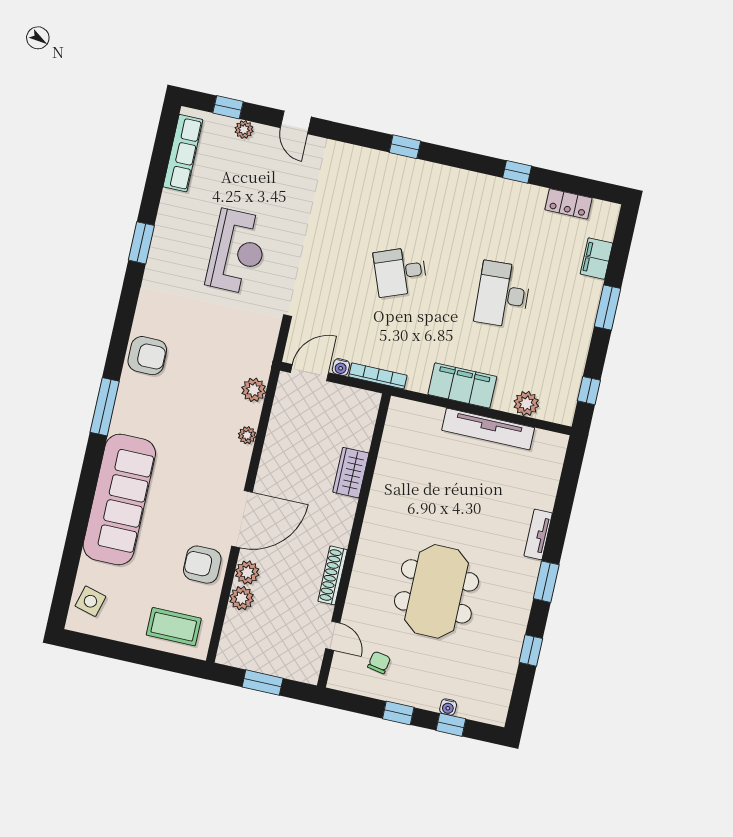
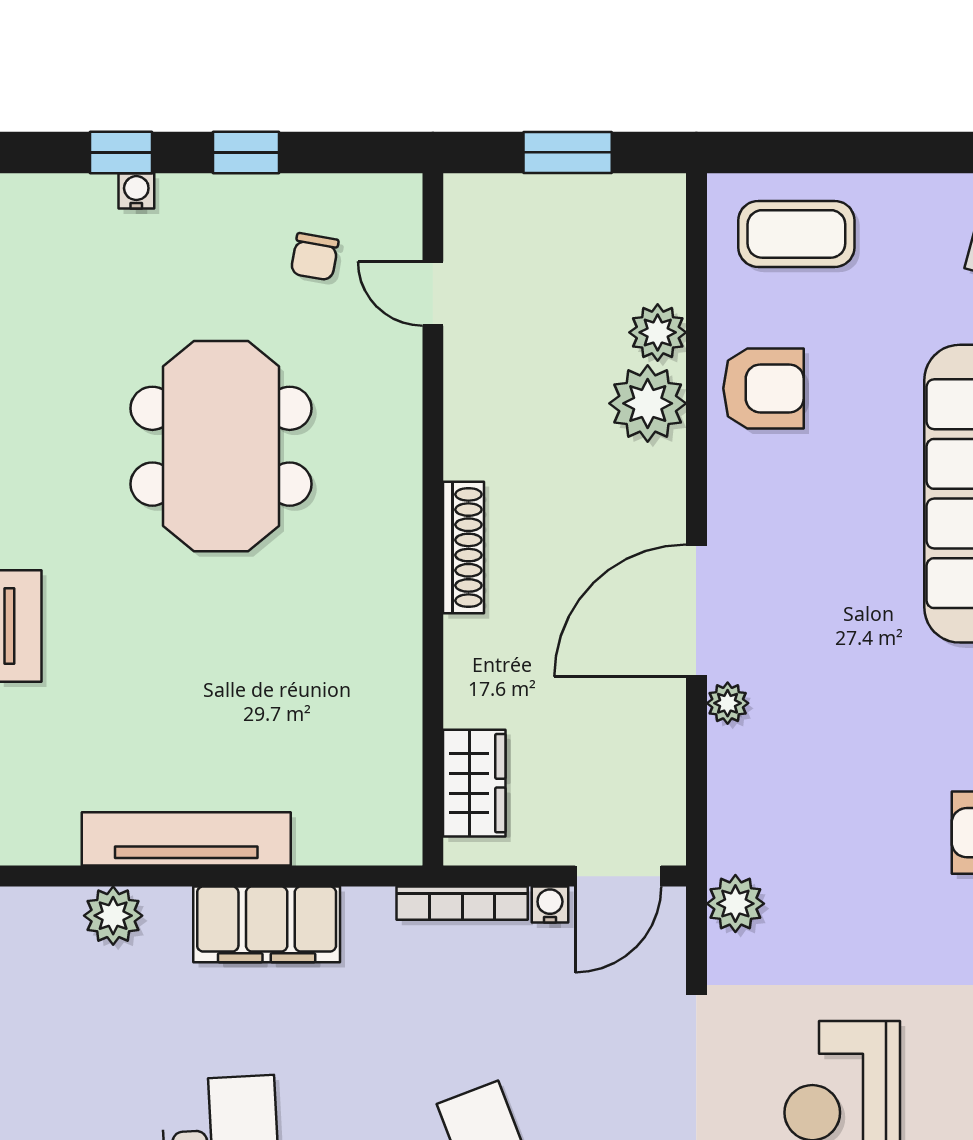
plant: (254, 390) -> (735, 904), moved
wardrobe: (351, 473) -> (474, 783), moved
door: (242, 519) -> (696, 611), moved
plant: (247, 573) -> (648, 403), width x1.36, depth x1.36
shoe rack: (333, 575) -> (464, 548), moved

